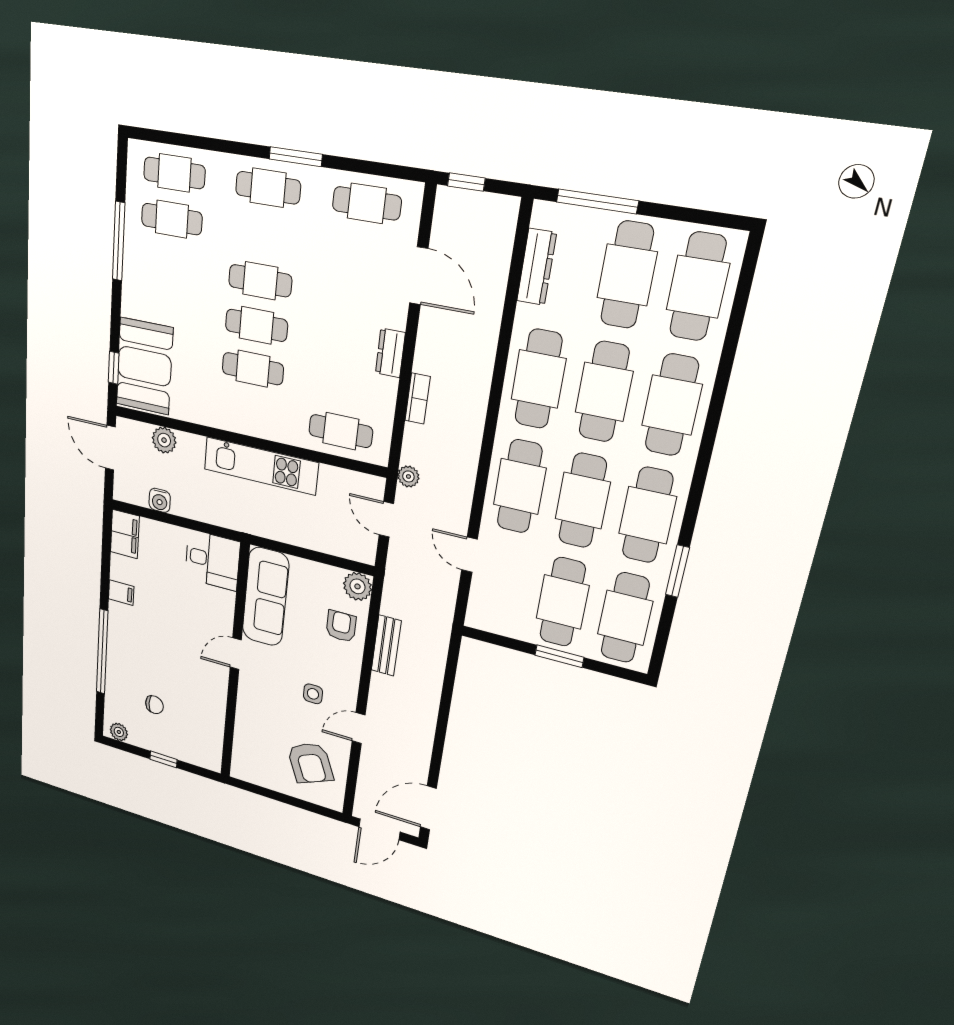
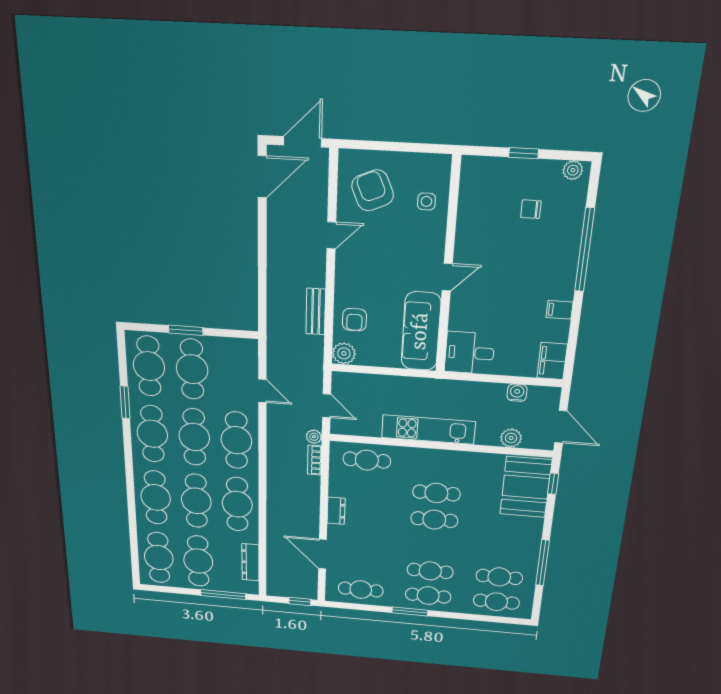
cafe table: (260, 281) -> (430, 571), moved
bookcase: (418, 399) -> (314, 460), moved
side table: (313, 694) -> (426, 201), moved

